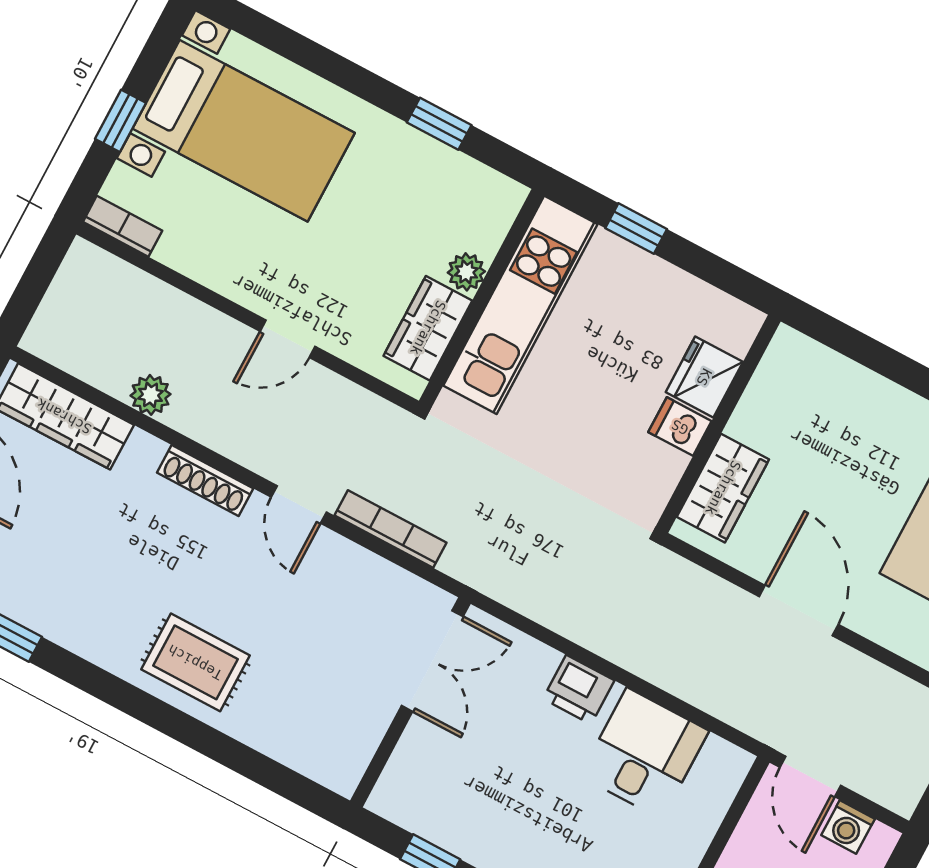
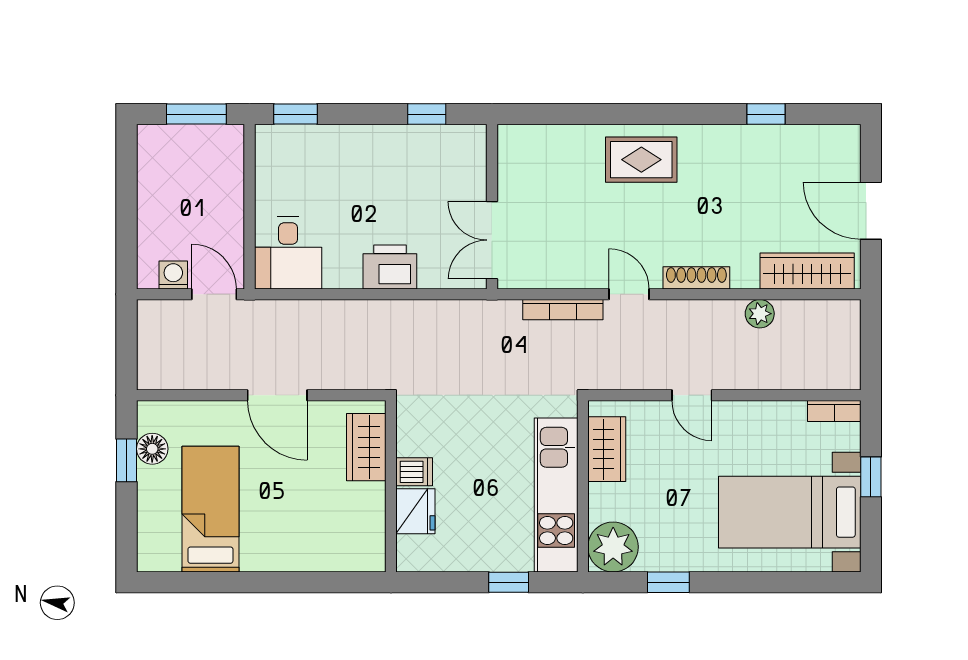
plant: (466, 272) -> (613, 547), moved, width x1.87, depth x1.87
door: (288, 339) -> (692, 395), swing flipped
printer: (579, 689) -> (390, 267), width x1.36, depth x1.24
desk: (644, 753) -> (288, 253), moved

